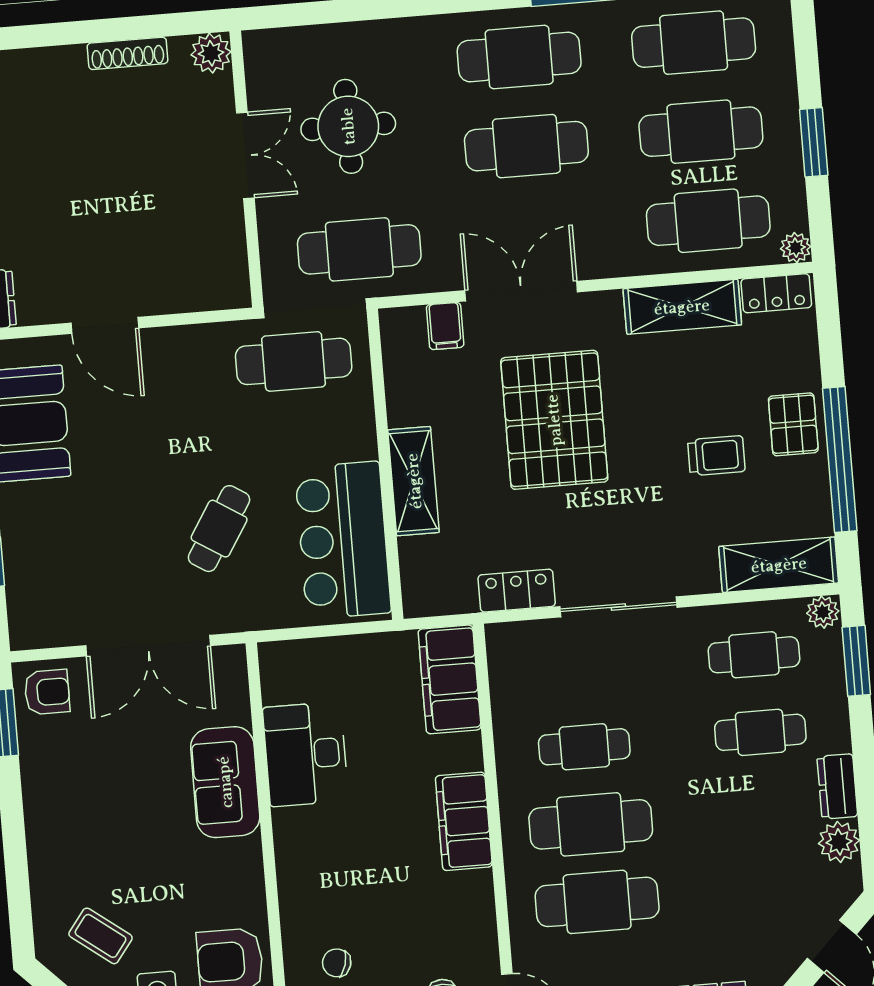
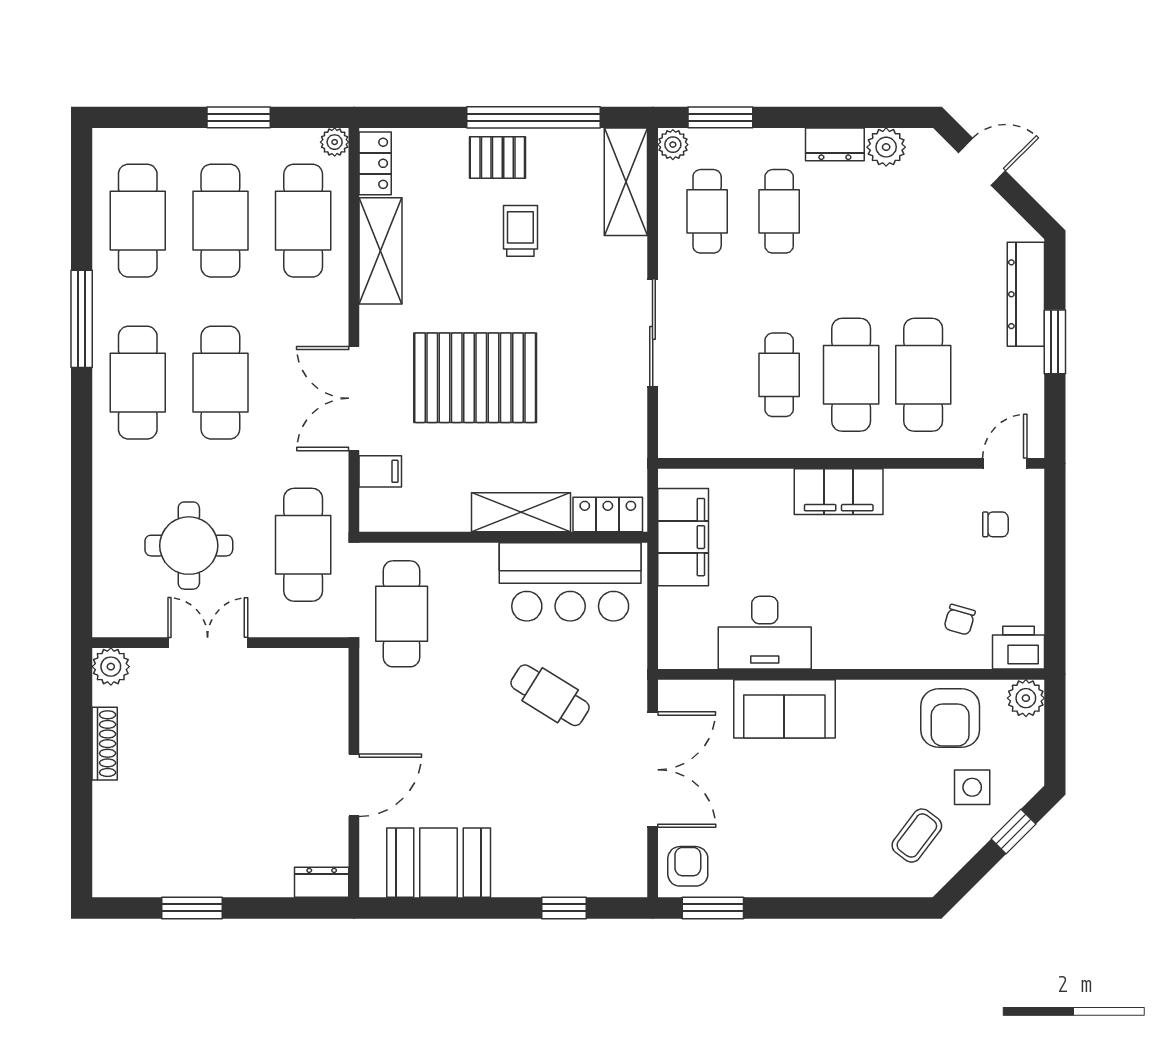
locker: (517, 591) -> (608, 515), moved, turned 90
filing cabinet: (450, 679) -> (683, 537), moved, turned -90

